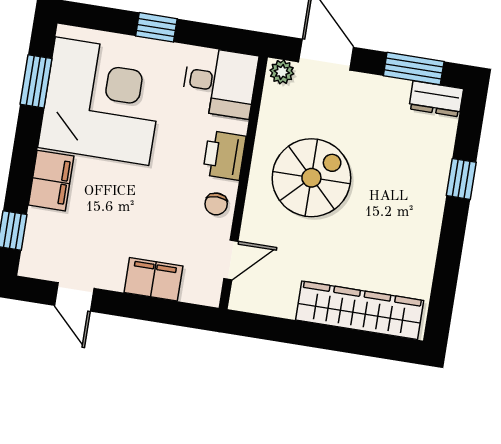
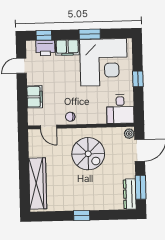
window: (36, 81) -> (90, 34), moved
dresser: (436, 99) -> (130, 194), width x1.44
printer: (224, 155) -> (45, 48), moved, turned 180
window: (461, 179) -> (82, 215), moved

